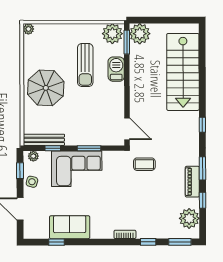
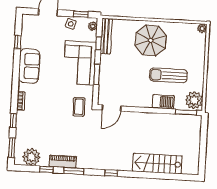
plant: (140, 34) -> (193, 124), removed
stairs: (183, 72) -> (157, 164), width x0.73, depth x0.66
coffee table: (144, 164) -> (79, 107), moved
sofa: (70, 227) -> (29, 66), moved

